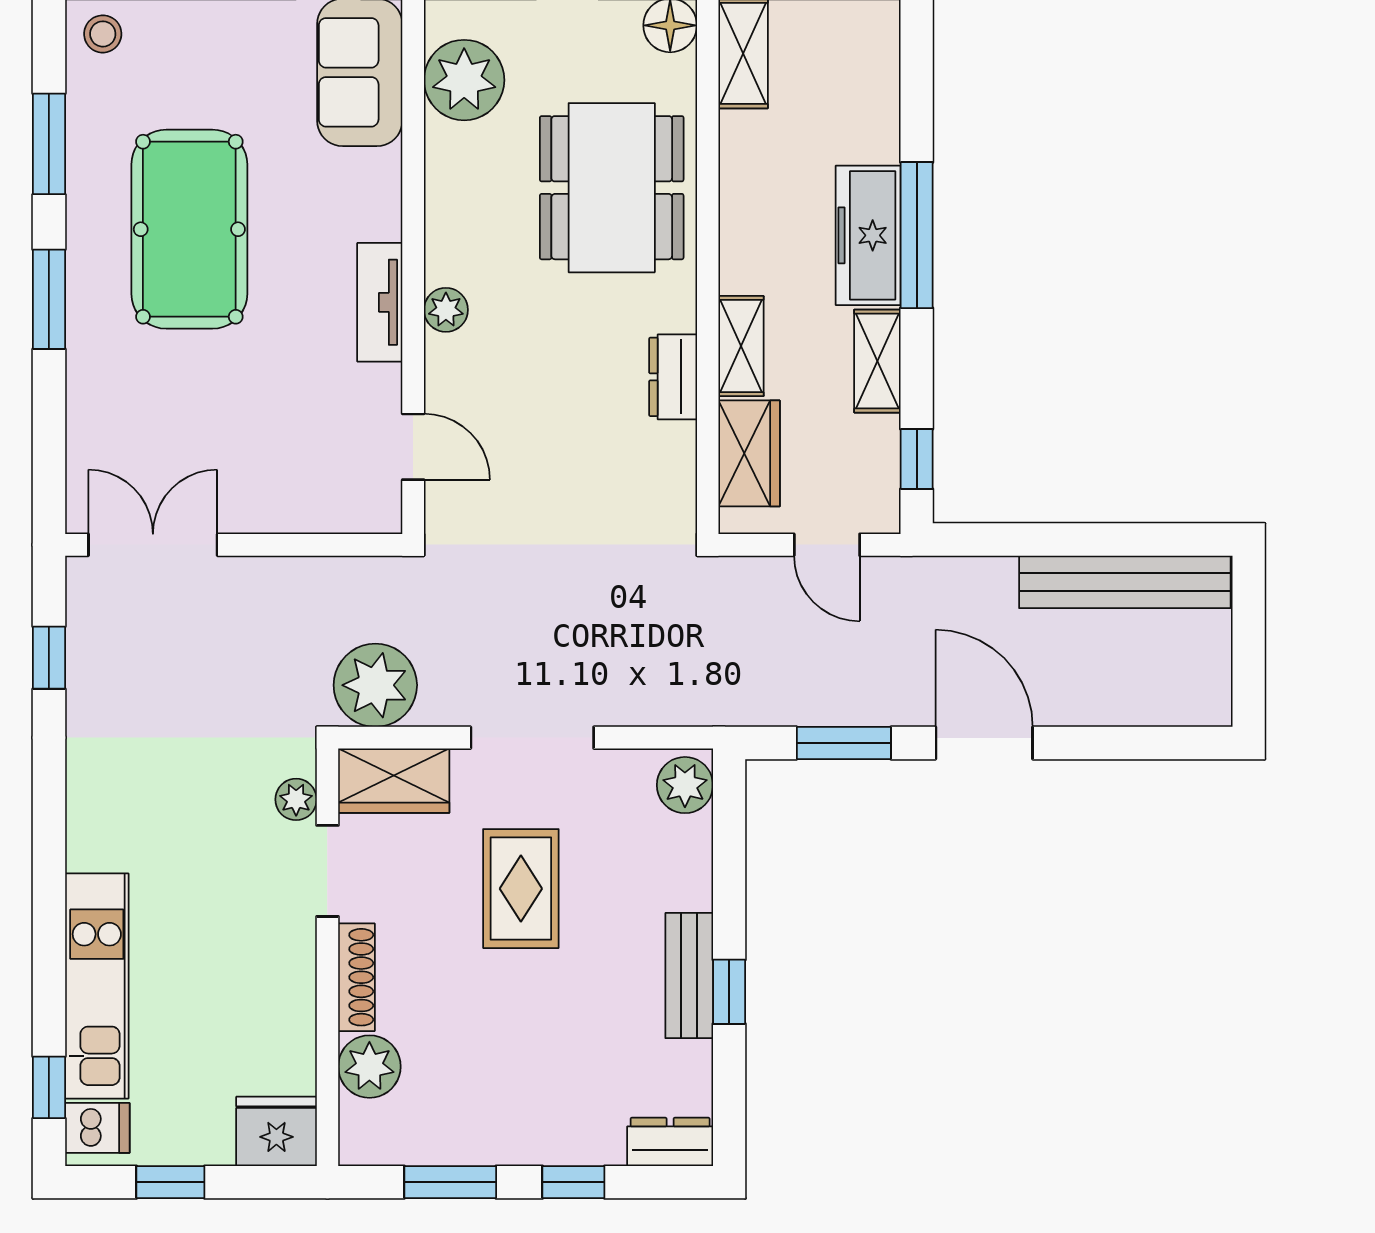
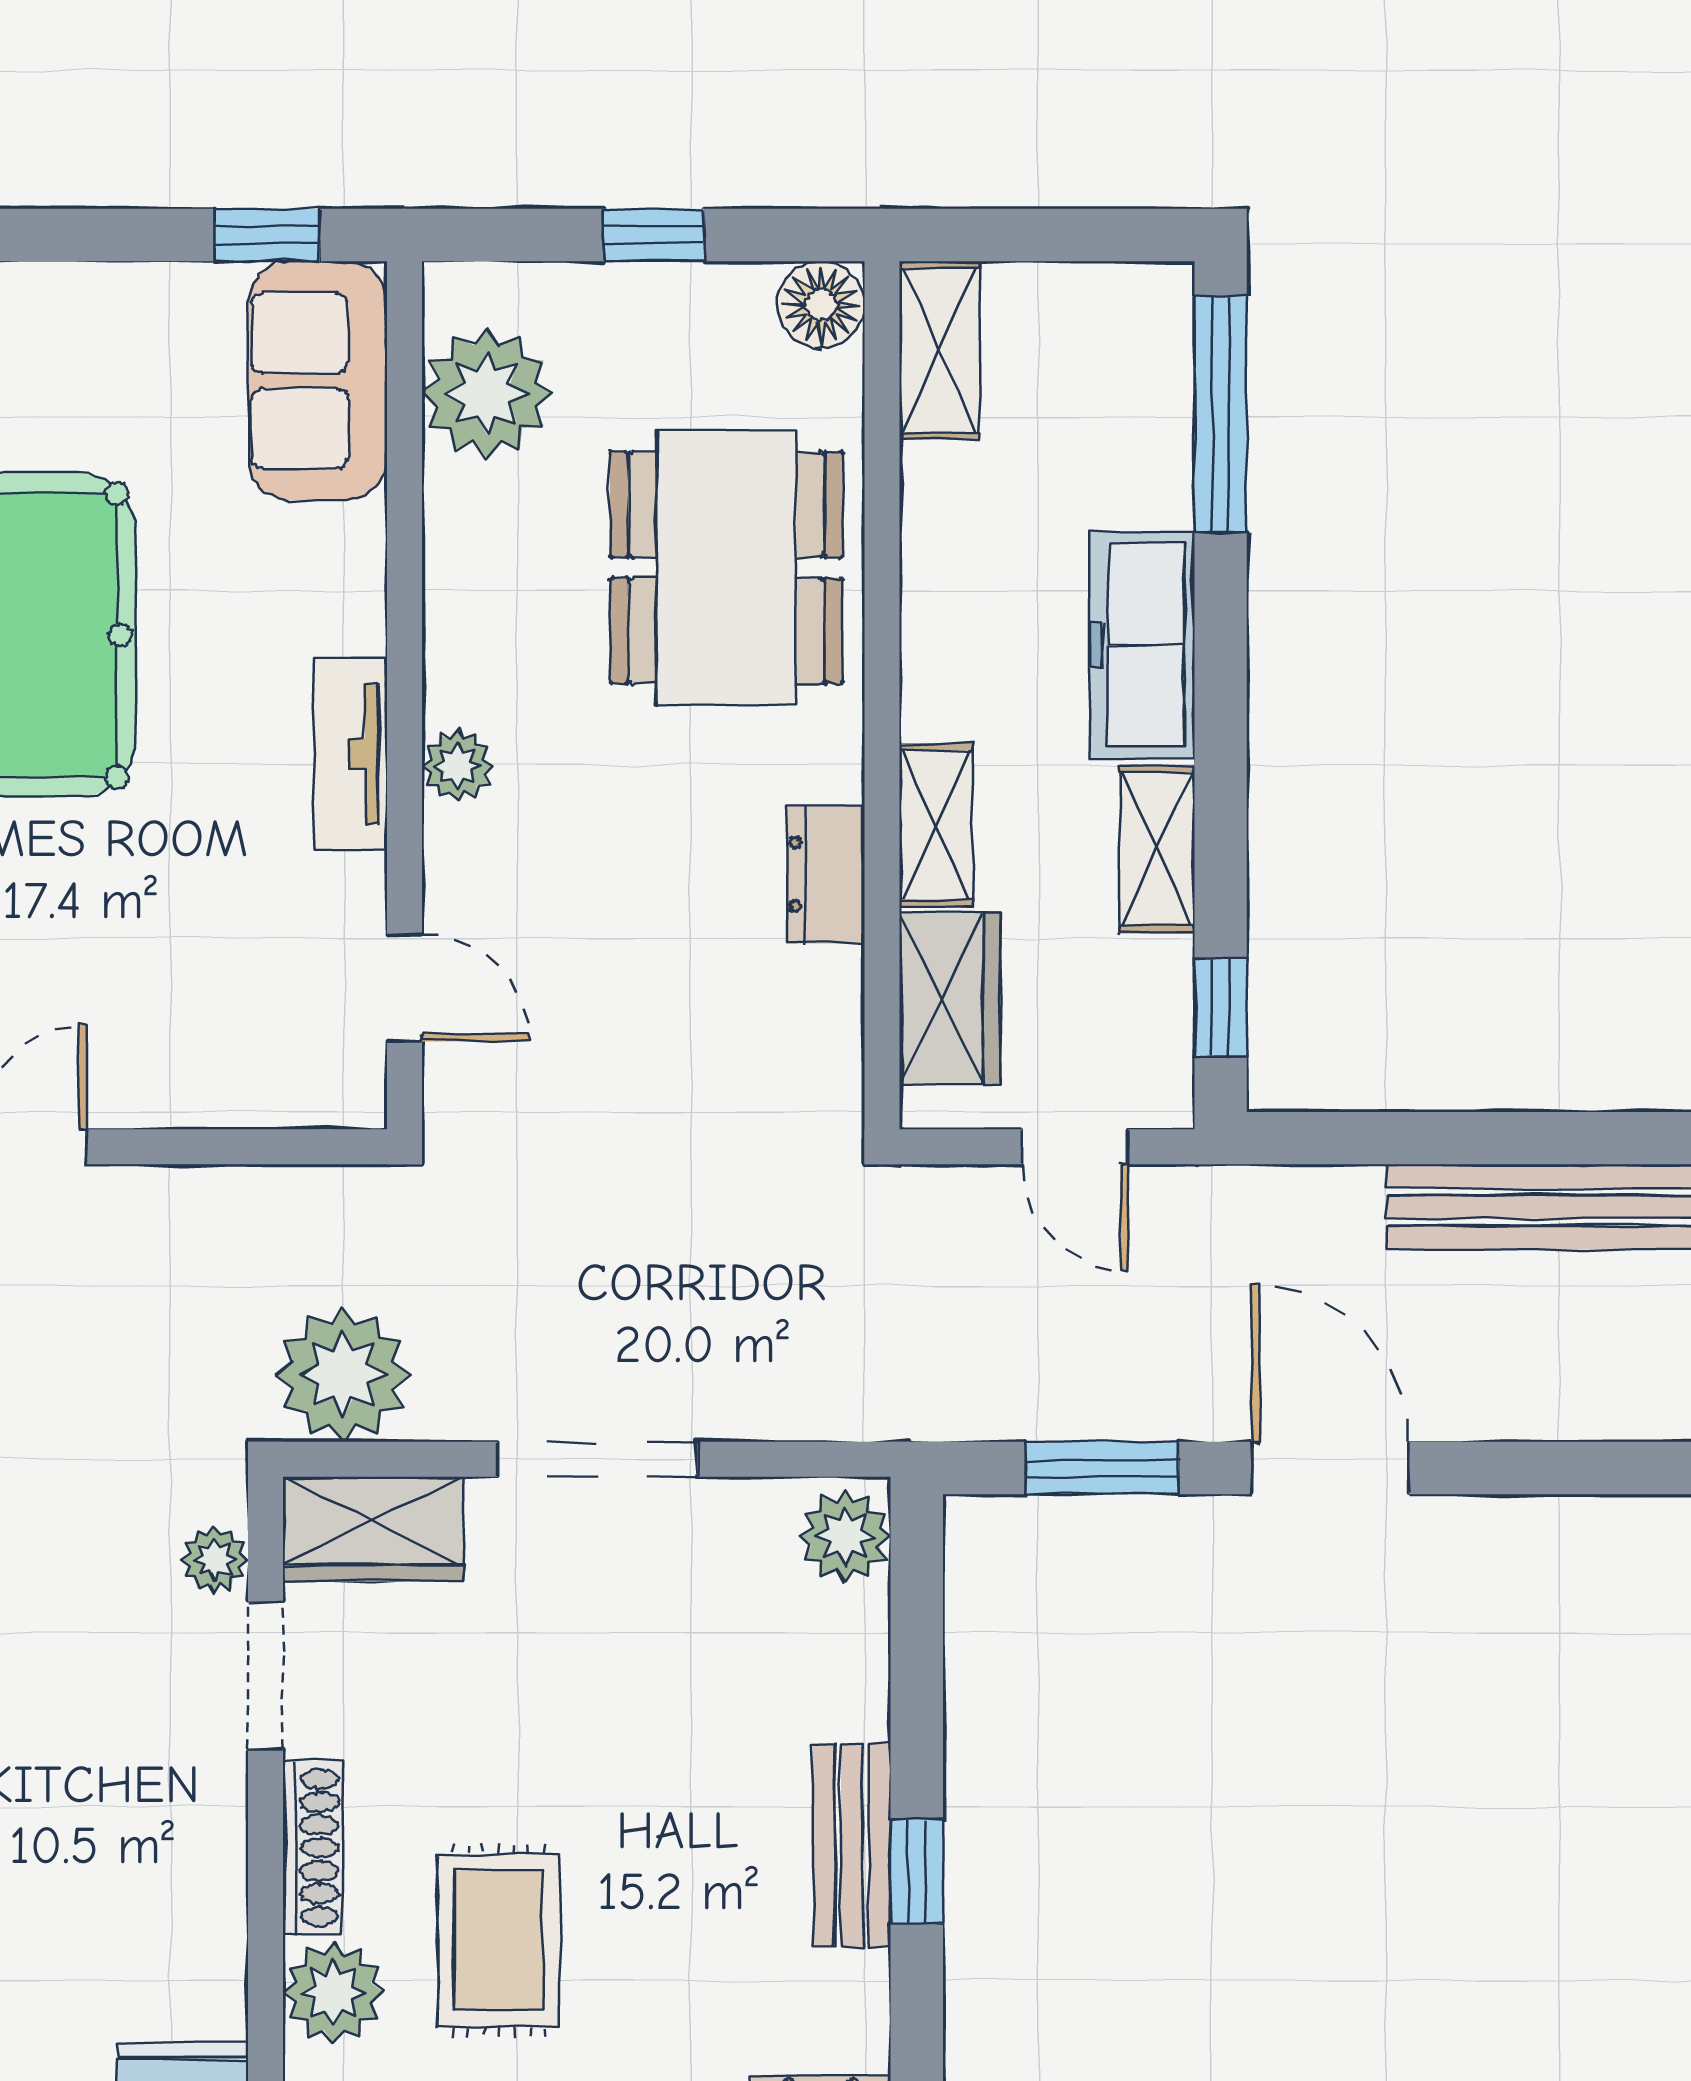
window: (917, 235) -> (1221, 414), moved
rug: (521, 889) -> (499, 1940), moved

